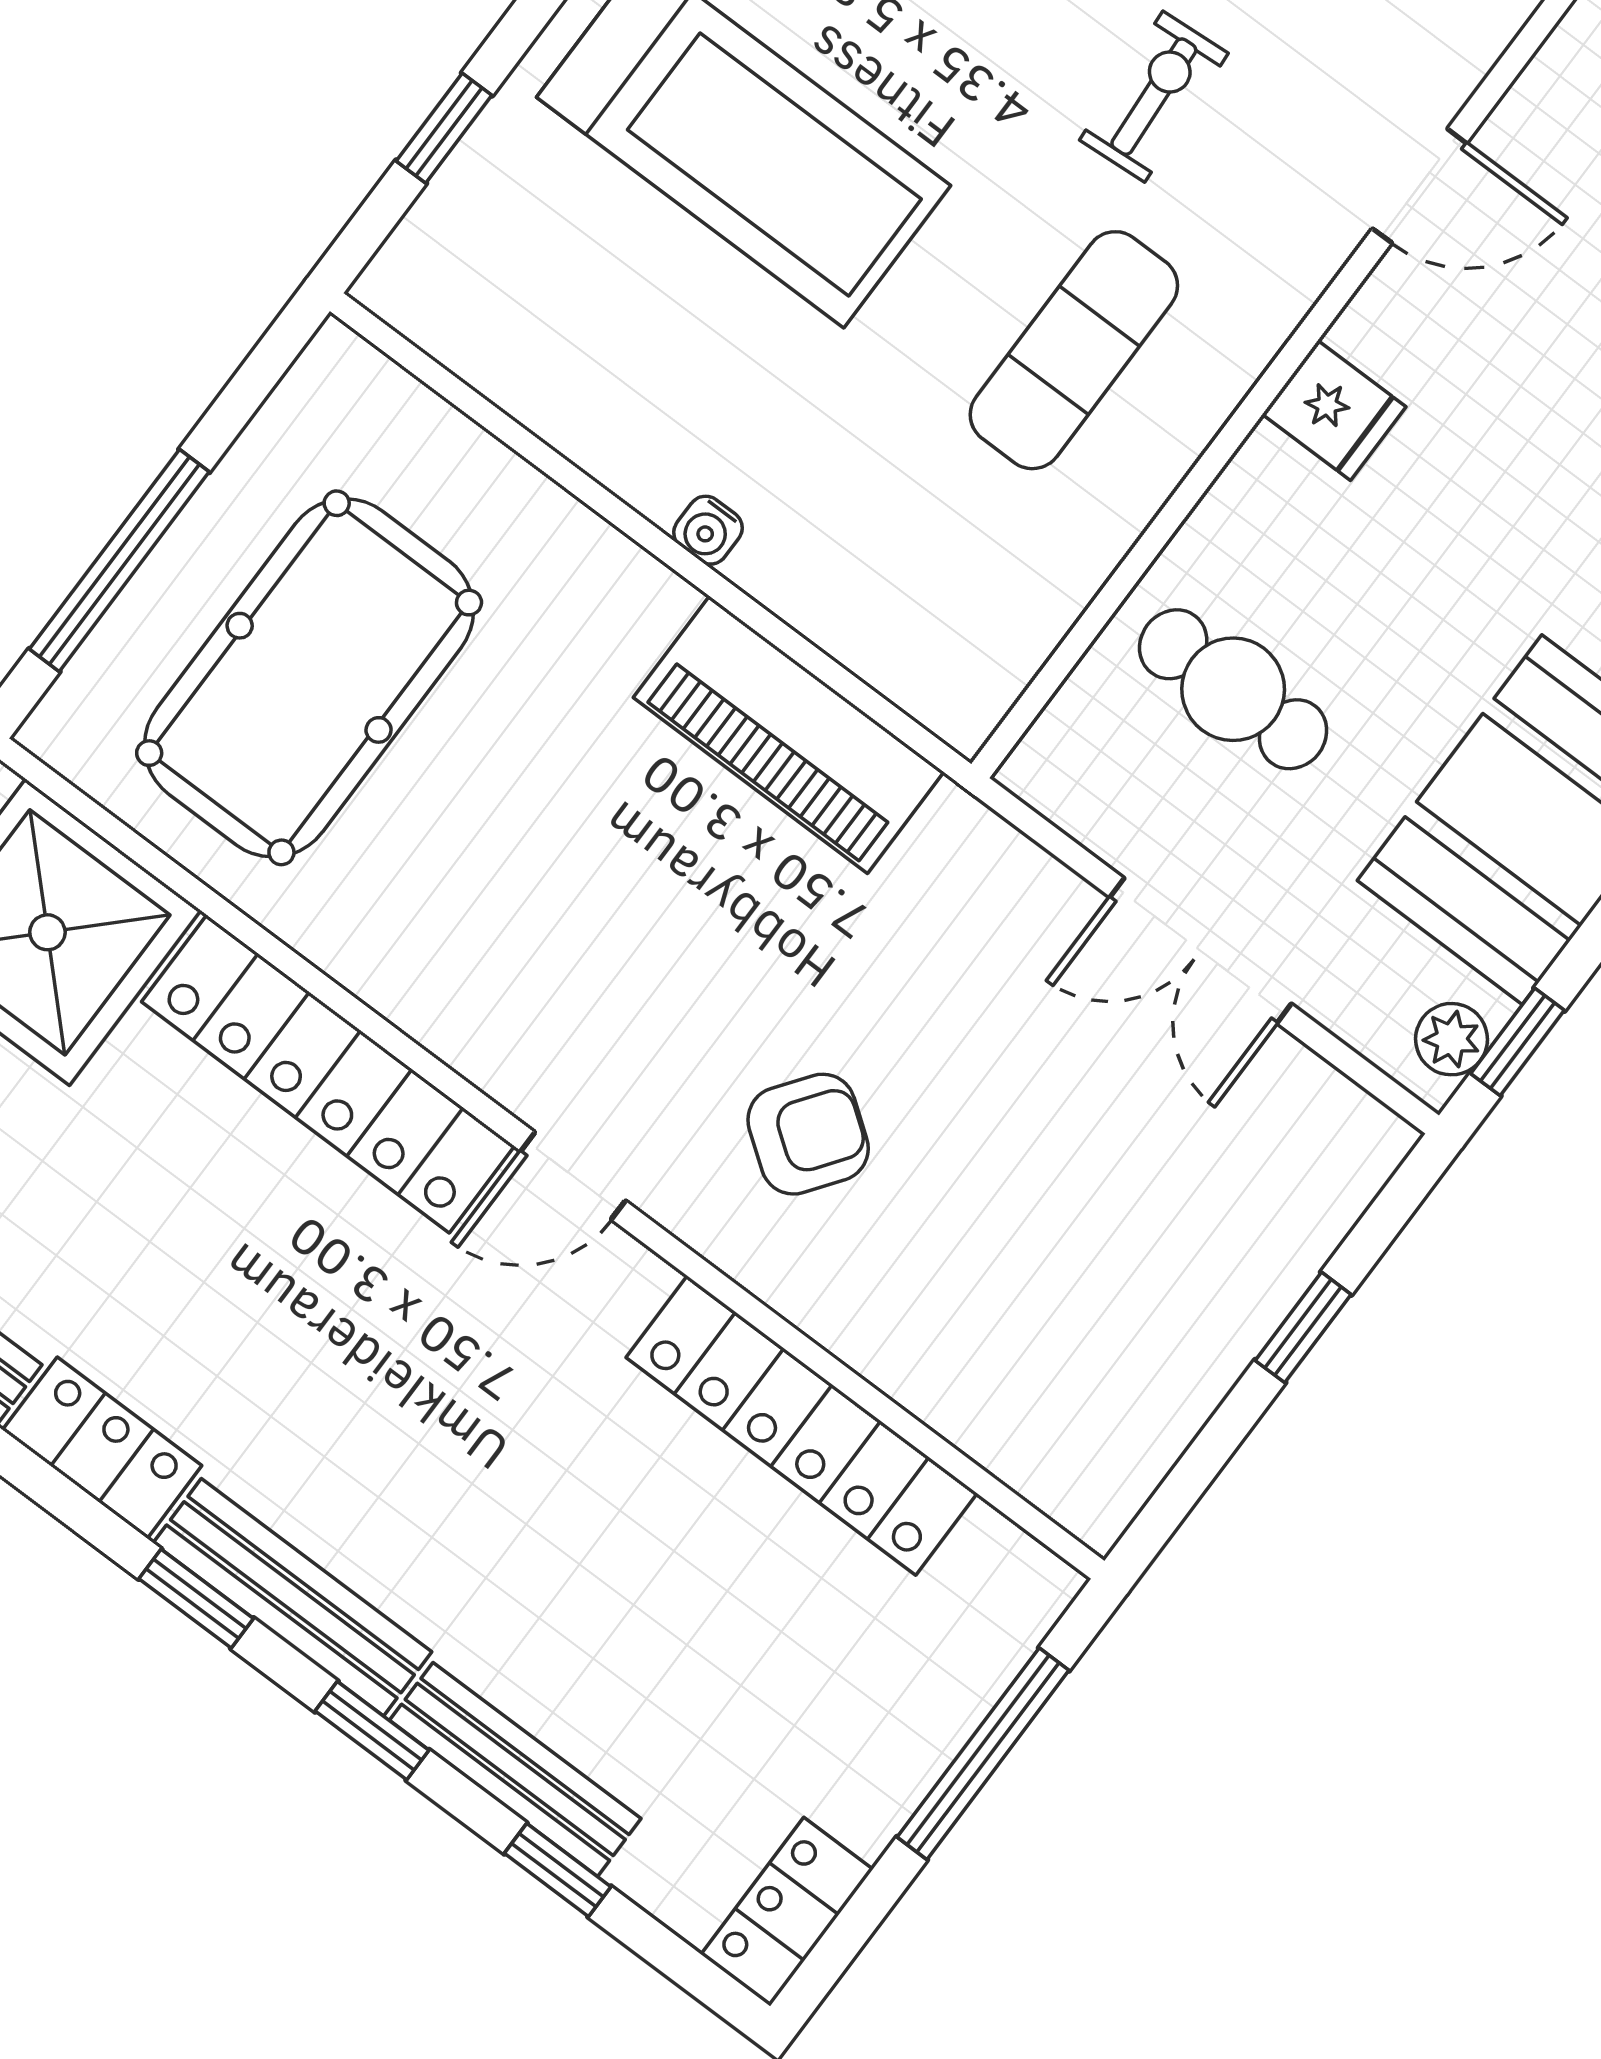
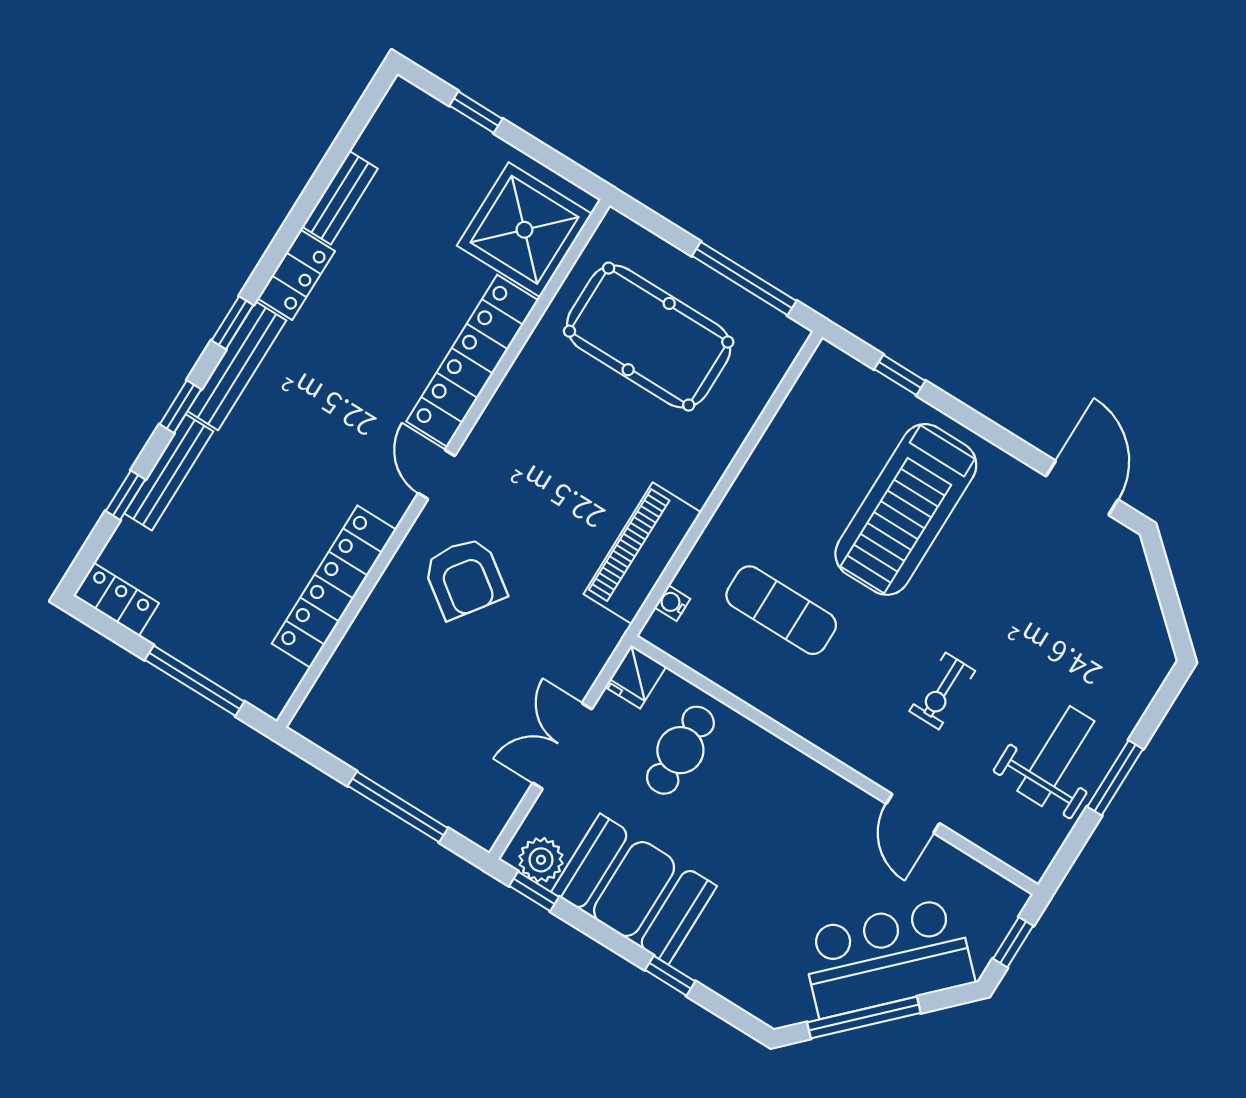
exercise bike: (1154, 97) -> (942, 691), turned 94
exercise mat: (1074, 350) -> (781, 610), moved
fridge: (1334, 410) -> (636, 677), moved
water cooler: (708, 530) -> (672, 603), moved
window: (119, 560) -> (744, 278), moved
plant: (1452, 1039) -> (541, 860), width x1.38, depth x1.38
armchair: (808, 1134) -> (465, 578), width x1.38, depth x1.38
window: (1303, 1327) -> (398, 807), width x2.17

